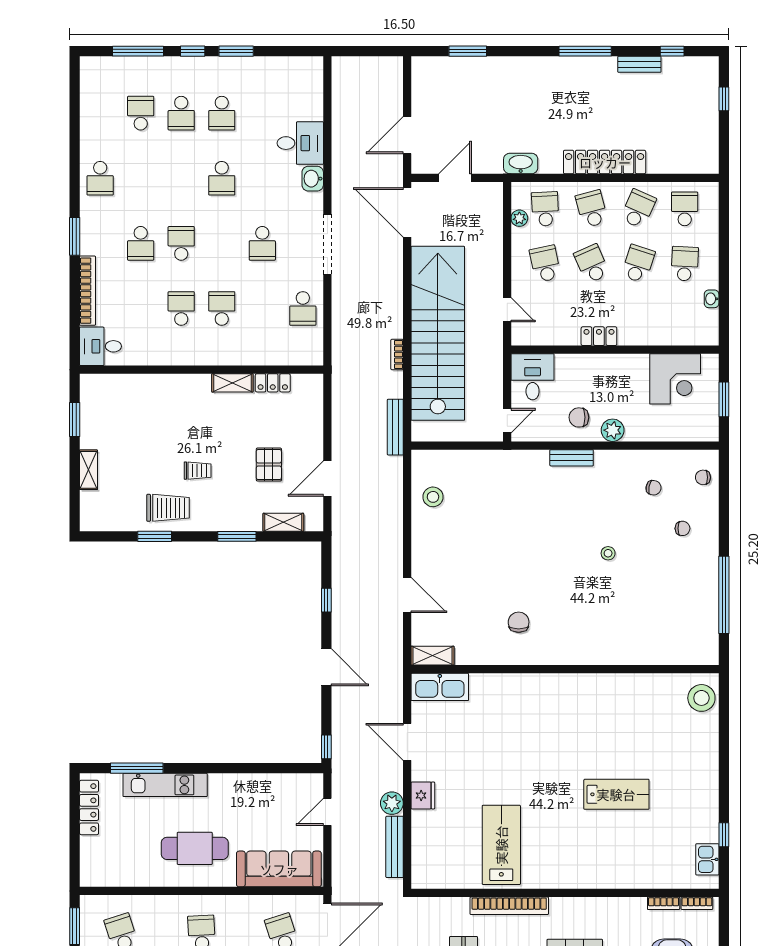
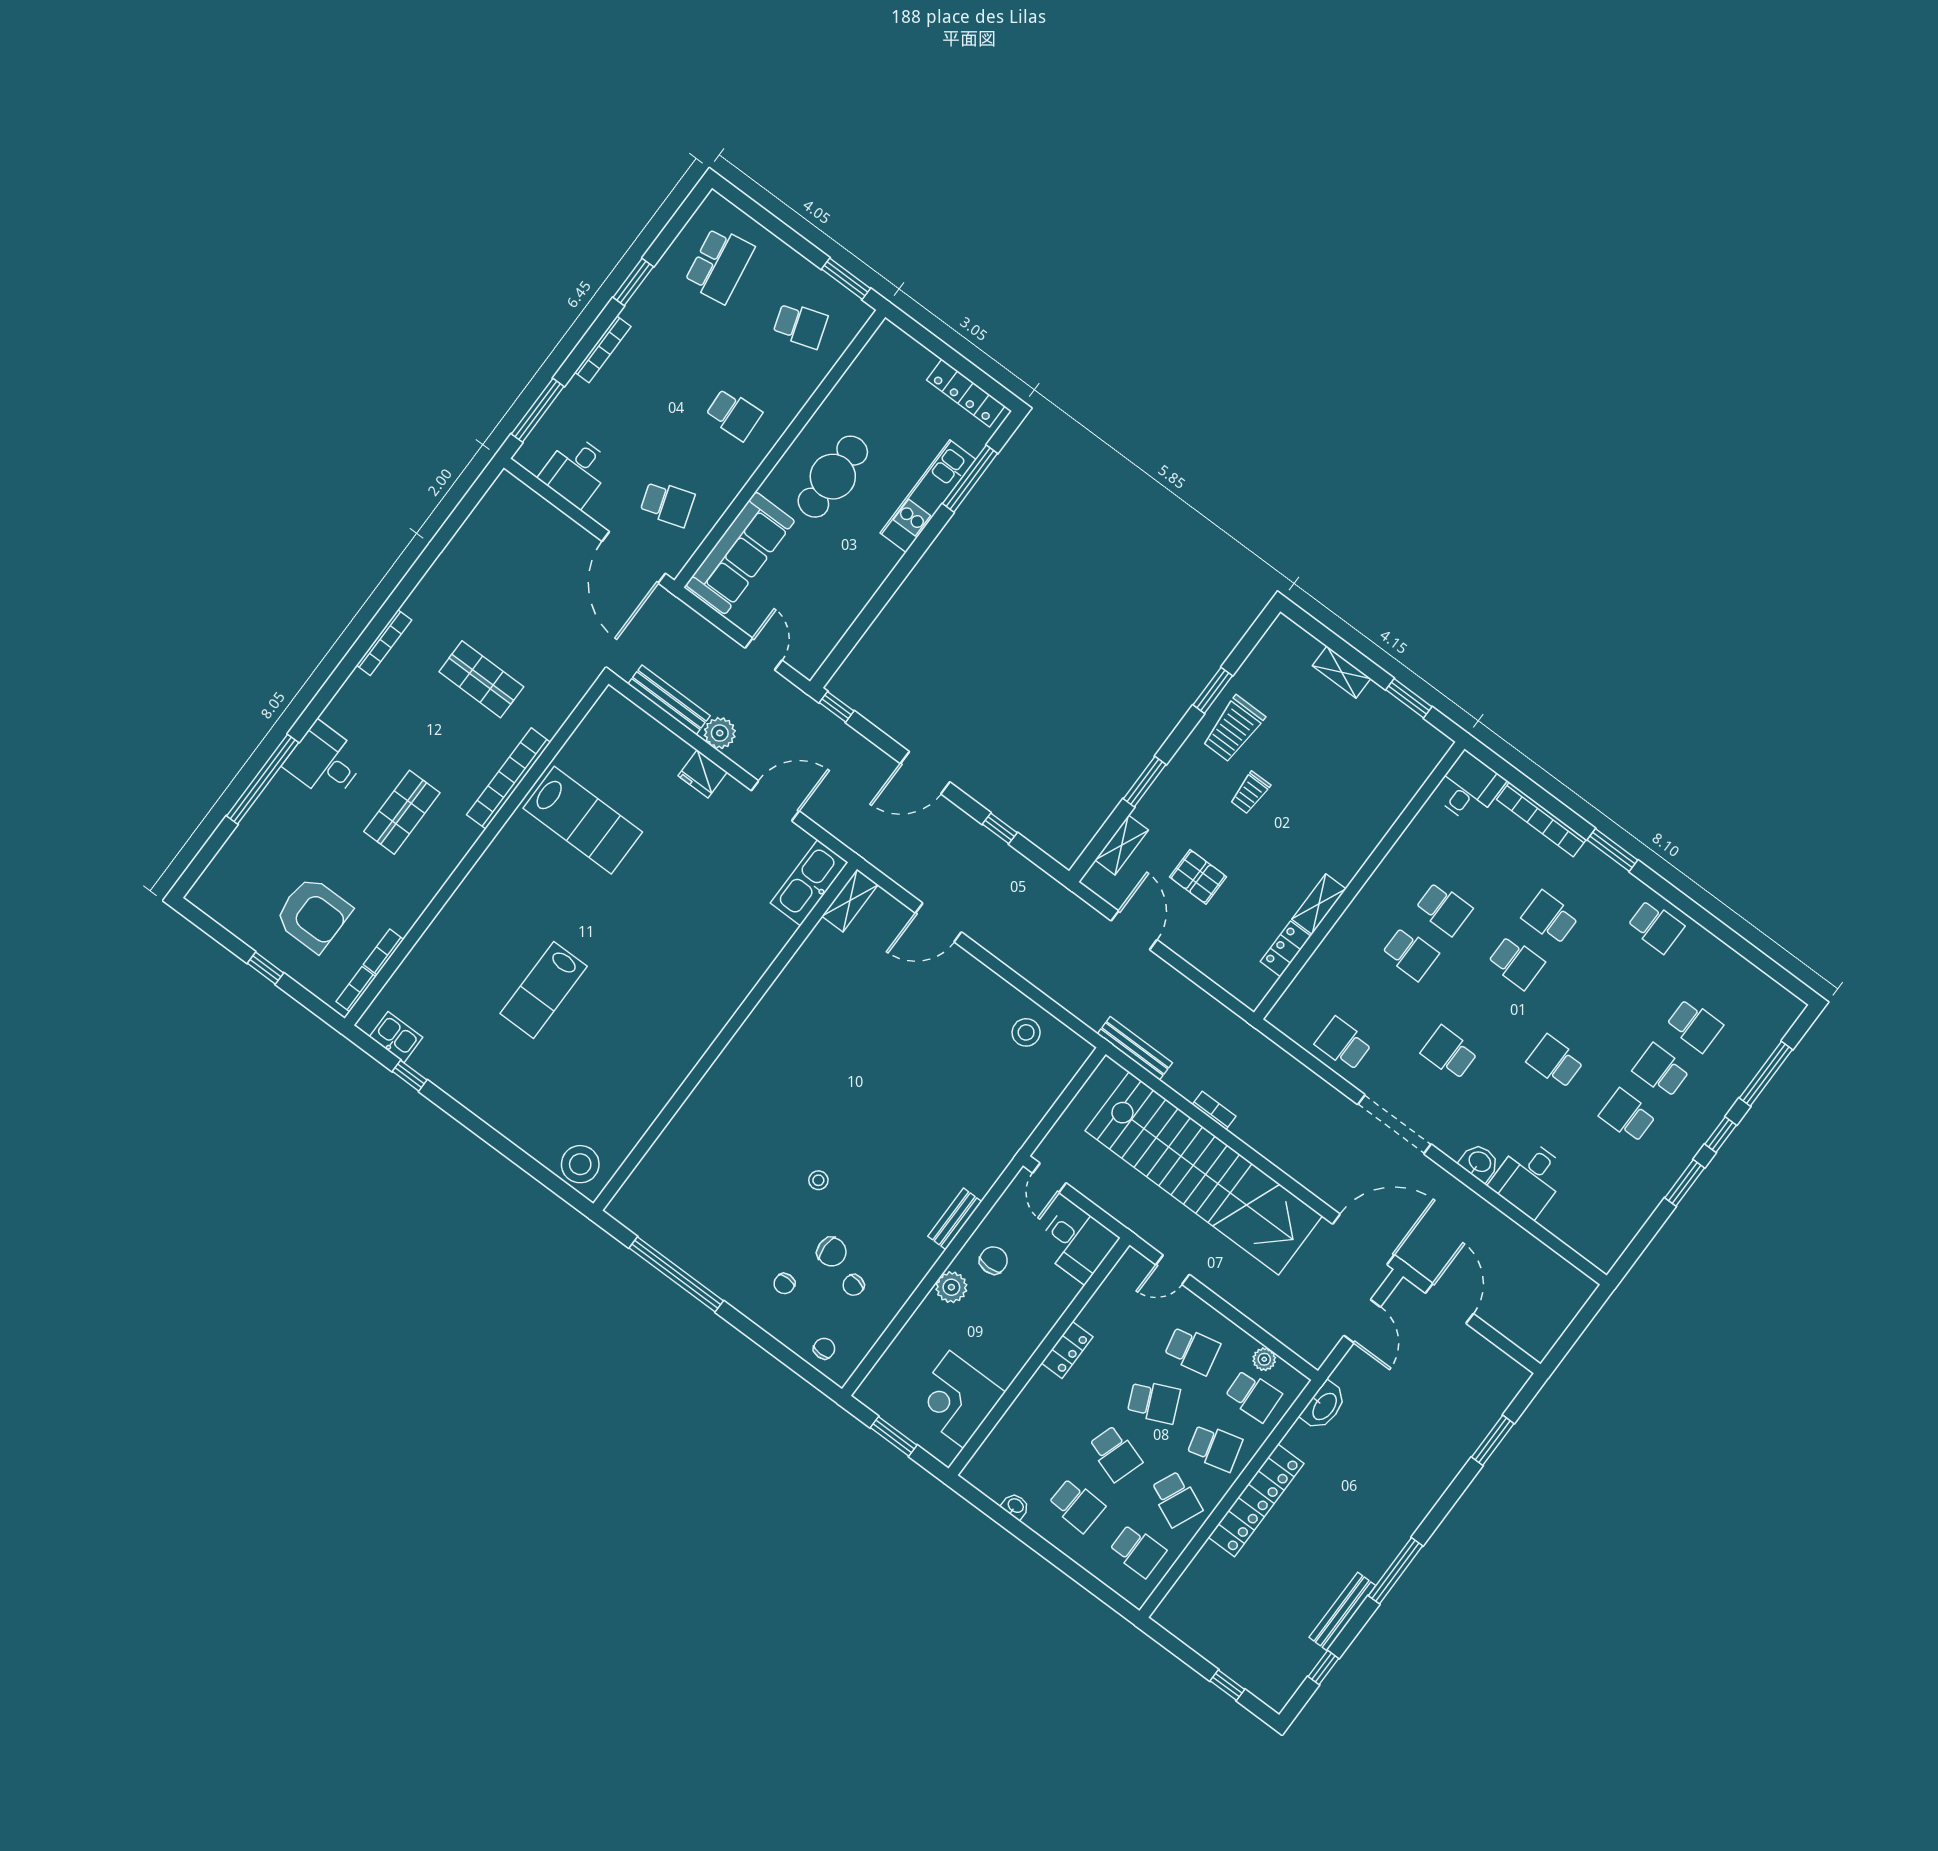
bench: (639, 64) -> (1342, 1611), width x1.36
school desk: (100, 178) -> (1656, 926), turned 180
chair: (519, 622) -> (832, 1252), moved

